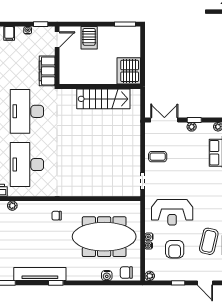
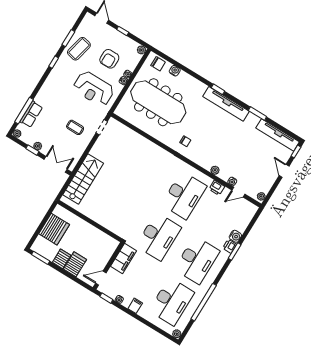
server rack: (105, 35) -> (62, 259), added
server rack: (129, 71) -> (54, 229), moved
stairs: (103, 99) -> (83, 179), moved, turned 90
double door: (164, 120) -> (56, 164), swing flipped
coffee table: (158, 157) -> (75, 127), moved
reception desk: (172, 212) -> (94, 89), turned 180
armchair: (175, 249) -> (109, 59), turned 180

